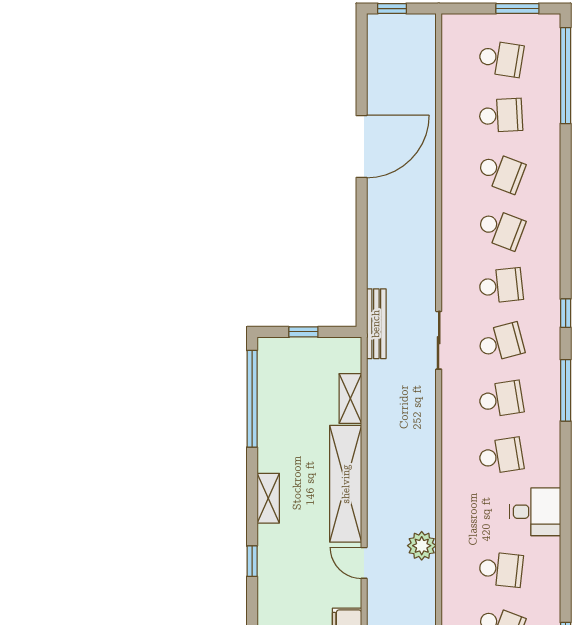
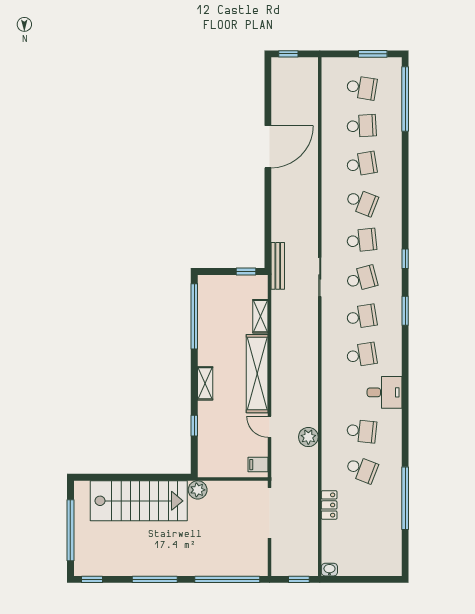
school desk: (501, 172) -> (362, 164), turned -30
window: (303, 332) -> (246, 271), moved
window: (566, 390) -> (405, 311), width x0.69
plant: (422, 546) -> (308, 437), moved

